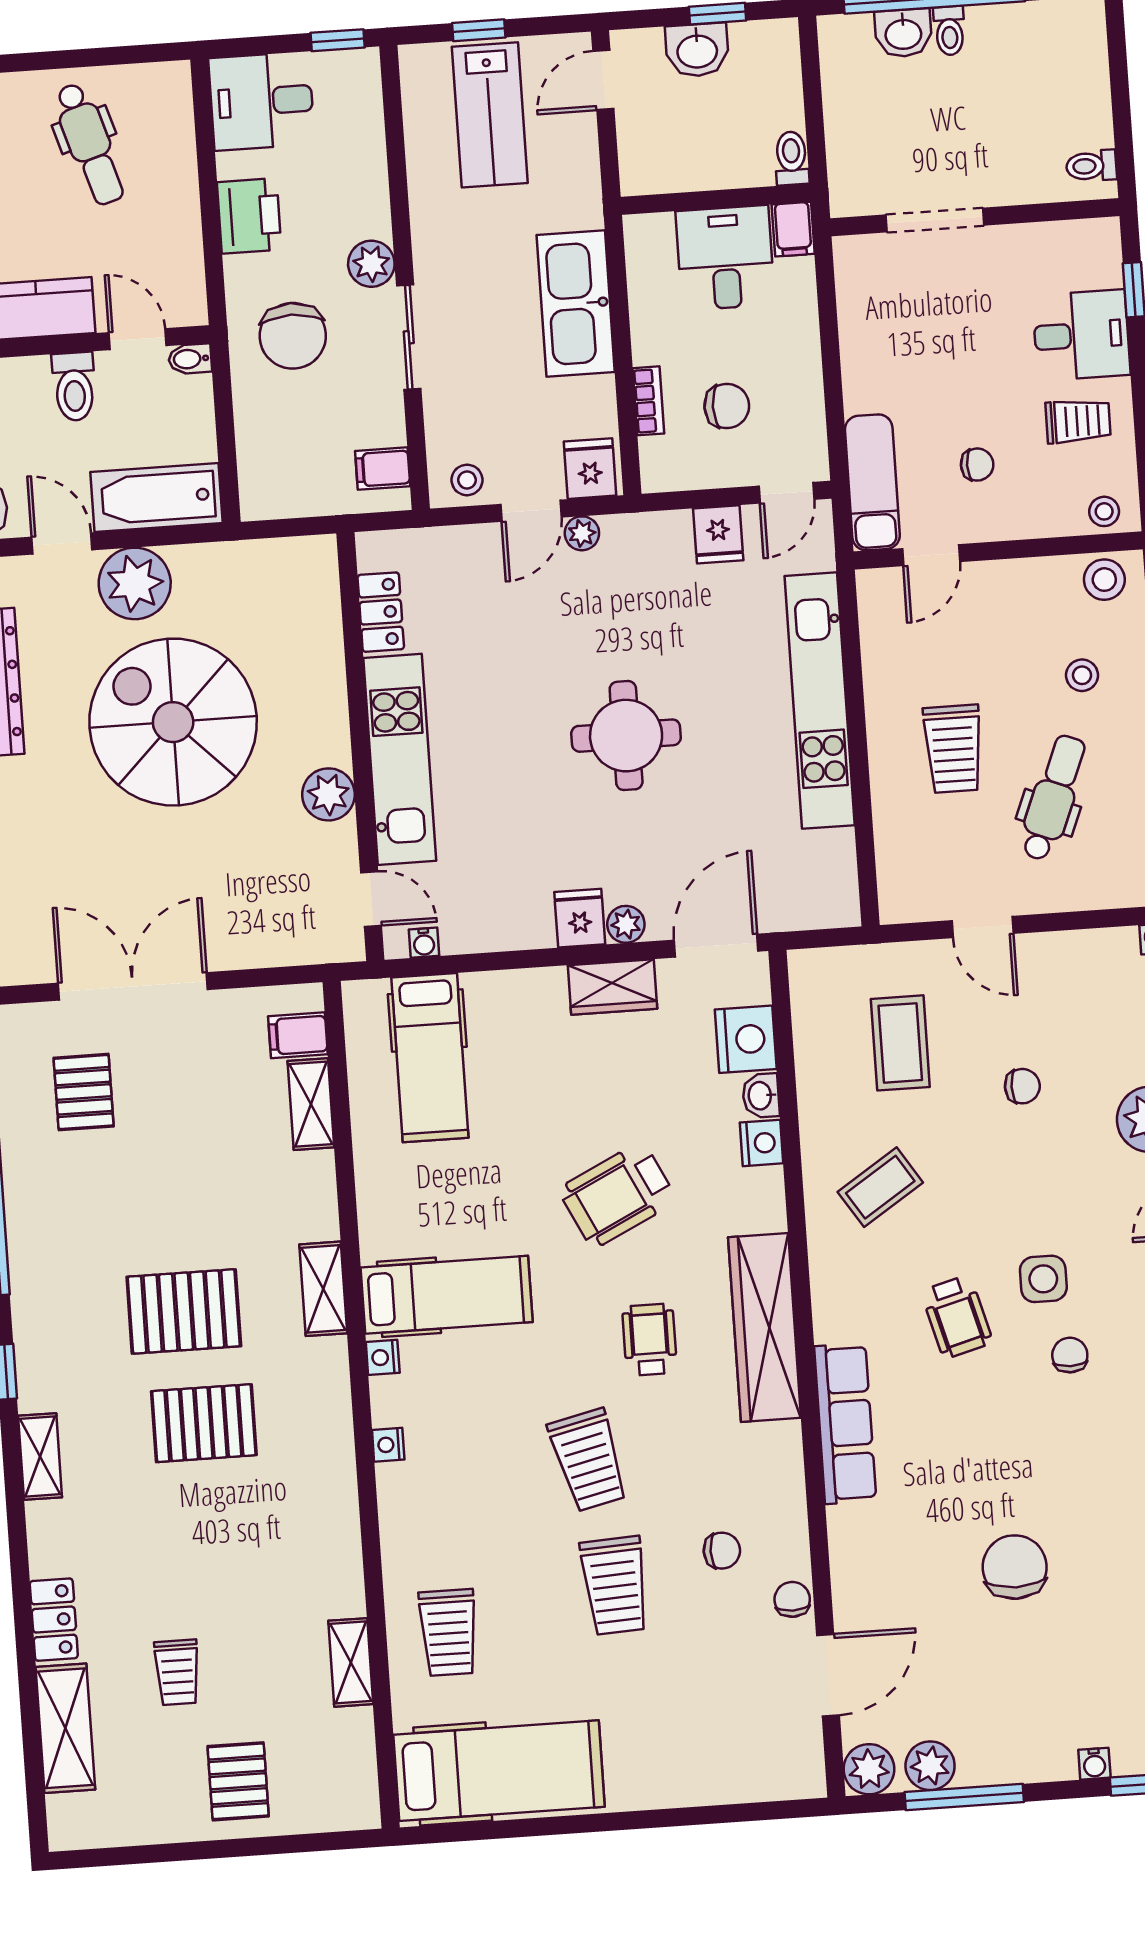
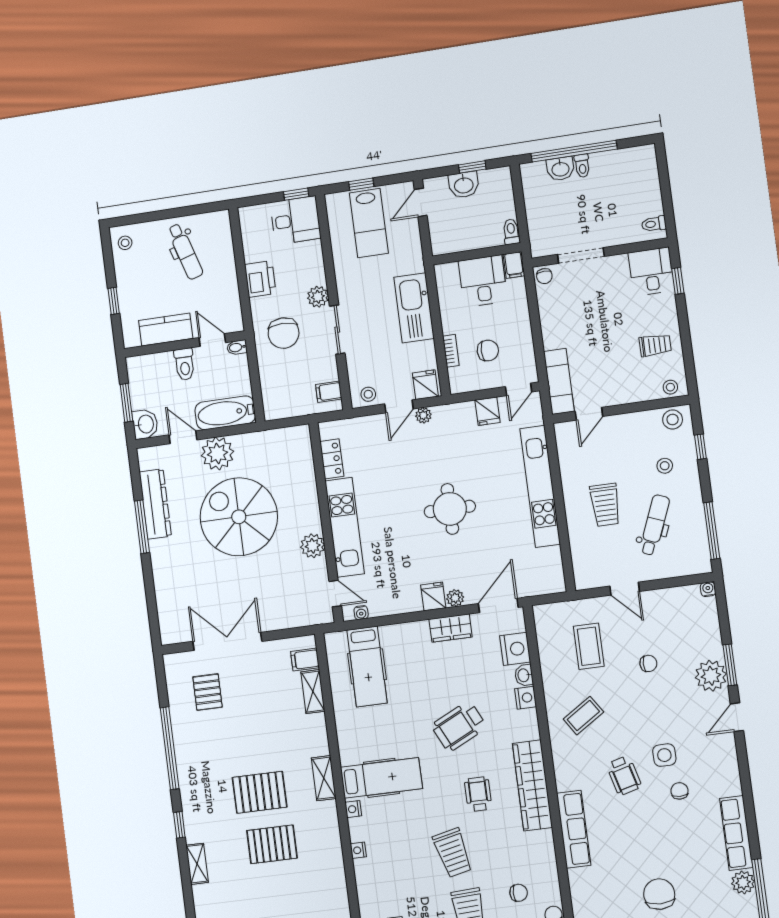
desk: (262, 101) -> (295, 220), moved, turned 180
desk: (1081, 335) -> (651, 271), moved, turned -90
chair: (977, 465) -> (544, 276), moved, turned 88

